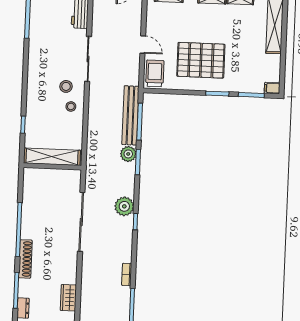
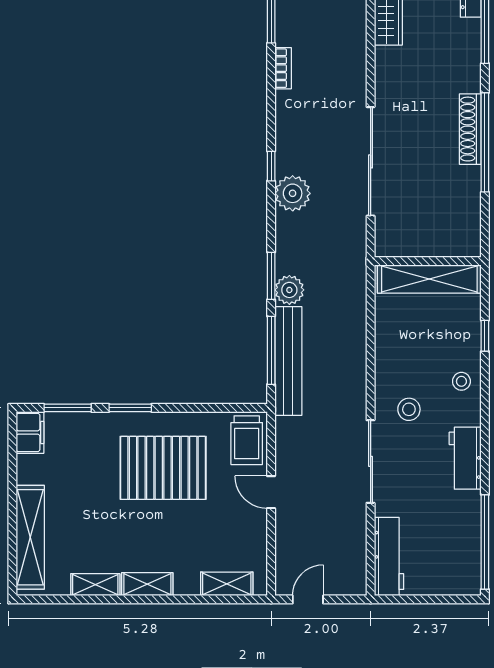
workbench: (37, 59) -> (465, 458), added
filing cabinet: (272, 88) -> (30, 432), width x2.00
stool: (71, 106) -> (461, 381), moved
shoe rack: (25, 259) -> (470, 129), moved

